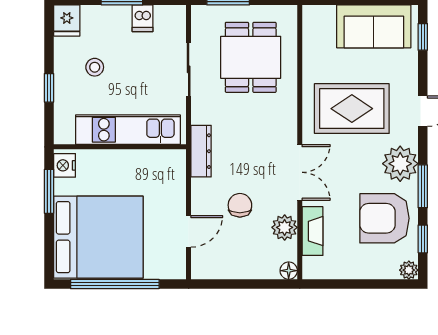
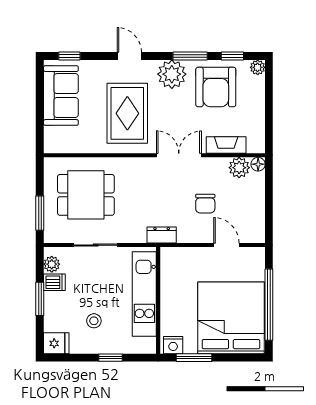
plant: (165, 15) -> (52, 264), added
dresser: (201, 151) -> (162, 235), width x0.70
chair: (240, 205) -> (205, 204), turned -90
plant: (285, 227) -> (239, 168), moved

